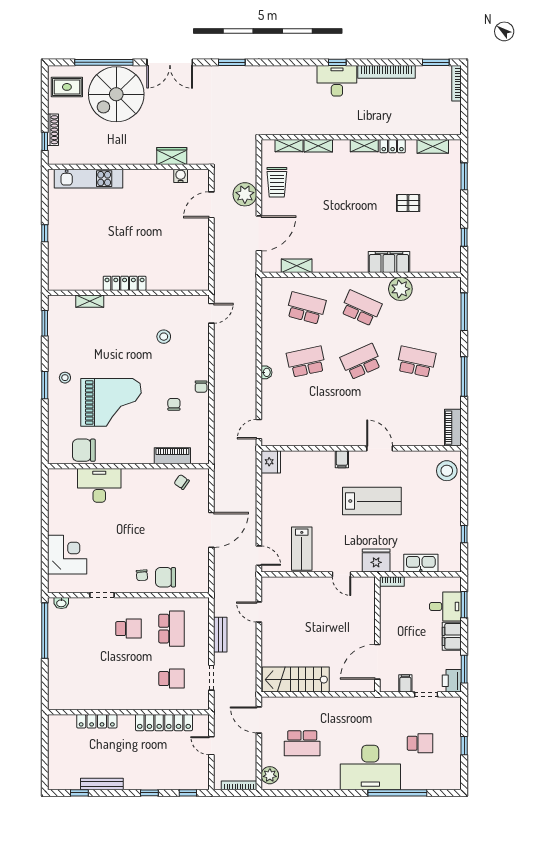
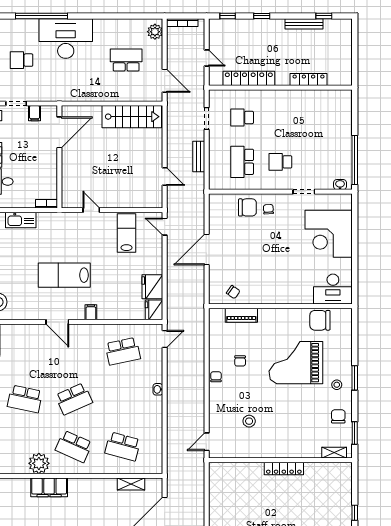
shelving: (90, 301) -> (334, 453), moved
chair: (63, 342) -> (338, 416), added
school desk: (306, 362) -> (123, 351), moved
chair: (84, 450) -> (320, 320), turned 180
desk: (99, 485) -> (333, 289), moved
corner desk: (67, 555) -> (329, 234), width x1.36, depth x1.36
fridge: (376, 560) -> (152, 287), moved, turned 90

